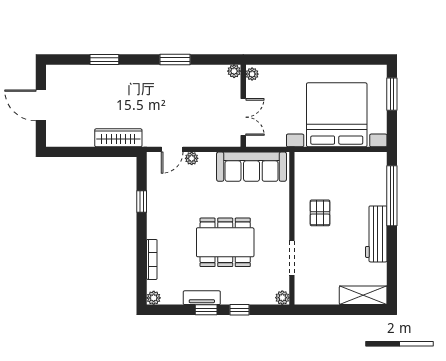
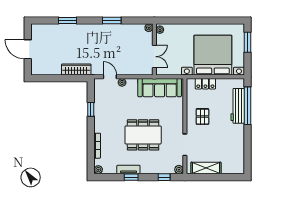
door: (172, 149) -> (110, 77), swing flipped
locker: (325, 160) -> (205, 84), added
workbench: (376, 234) -> (238, 106), moved
shelving: (363, 295) -> (206, 168), moved
window: (239, 310) -> (164, 177), moved

